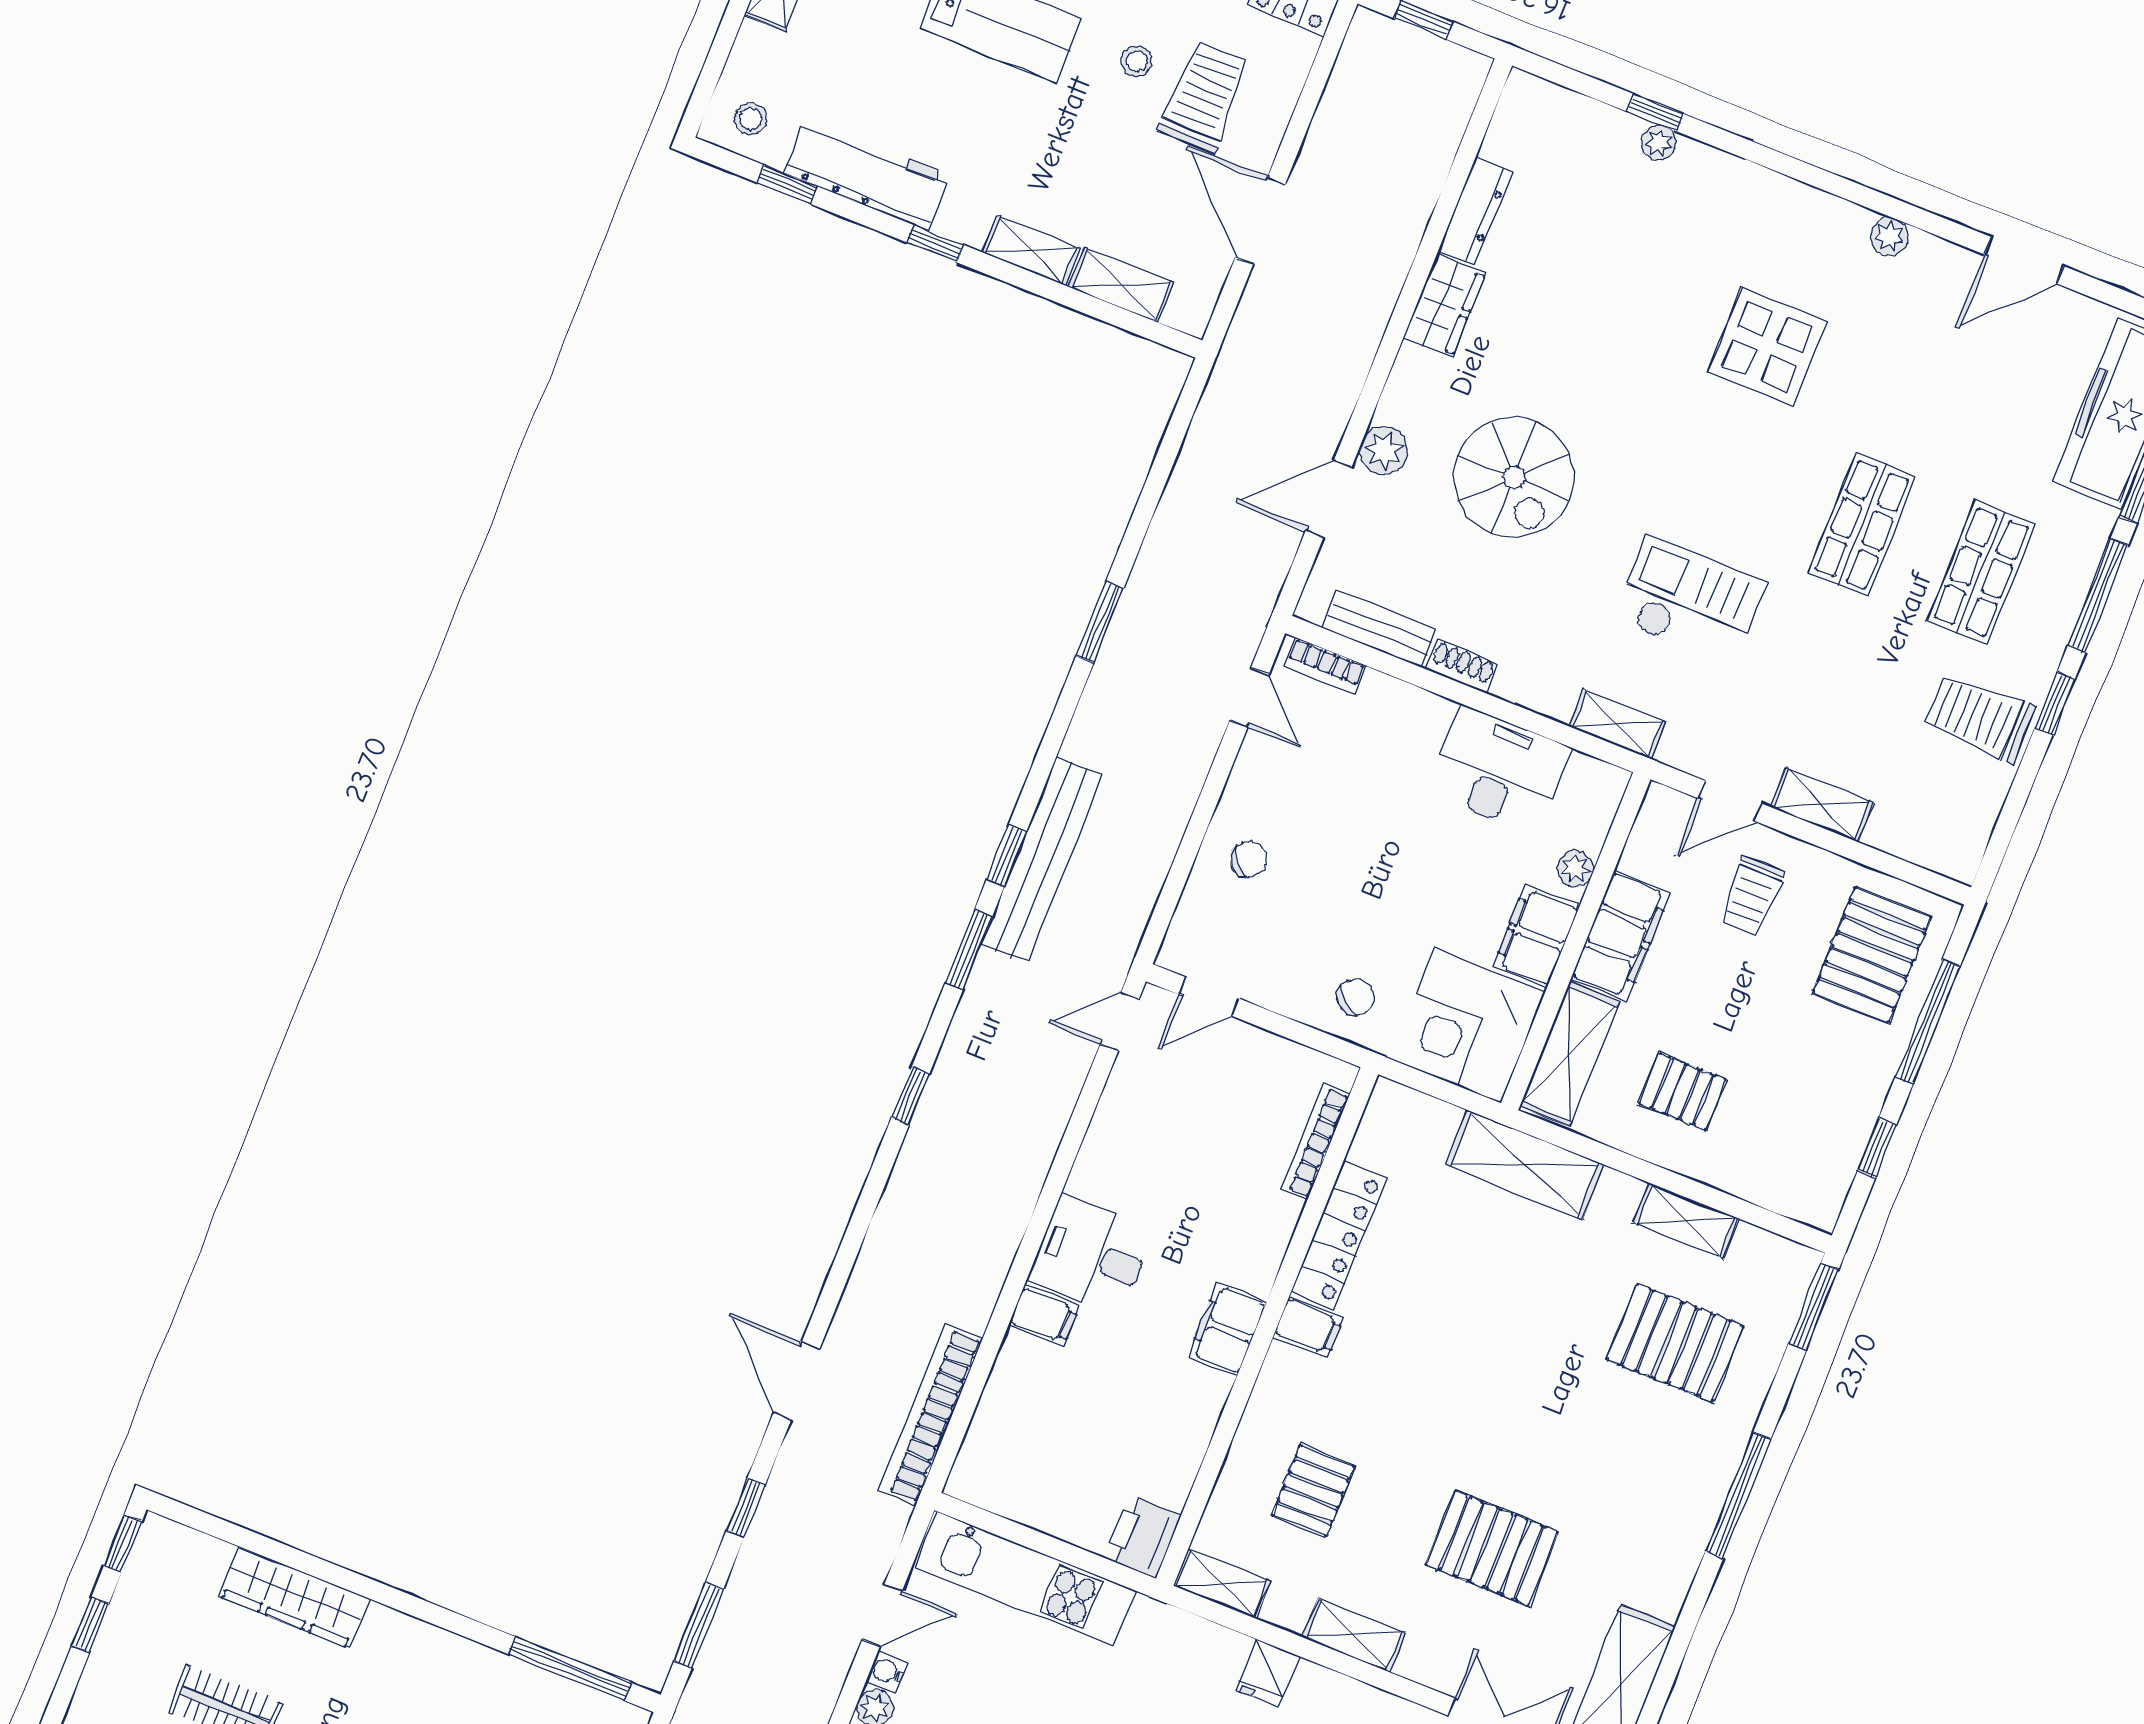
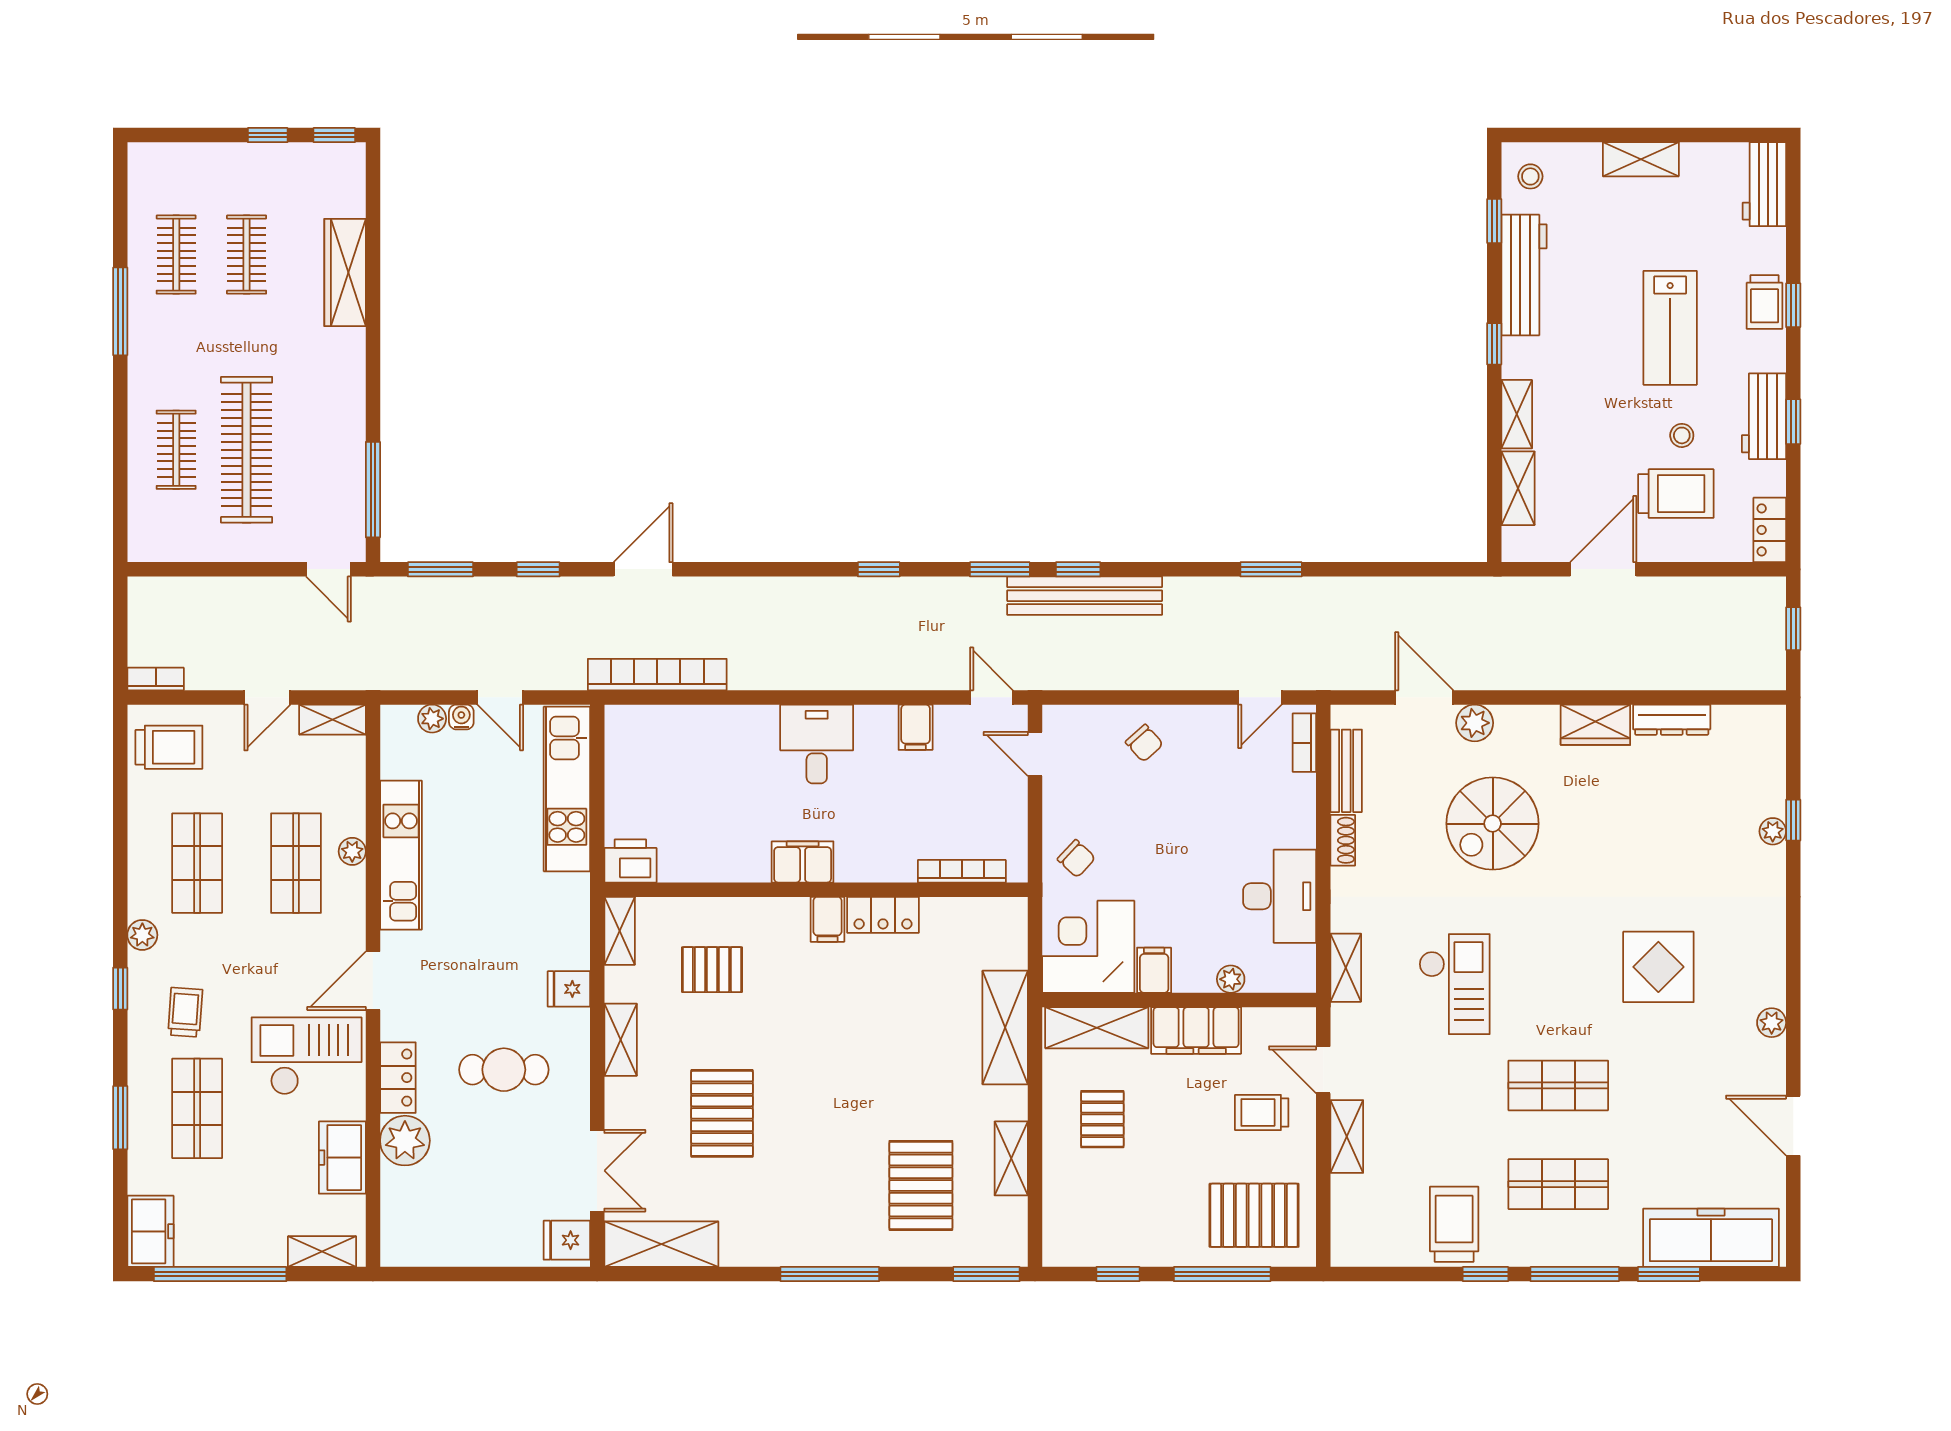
filing cabinet: (1536, 937) -> (1154, 970), width x0.50
locker: (1339, 1235) -> (883, 915), width x0.66
filing cabinet: (1044, 1315) -> (916, 727), moved

